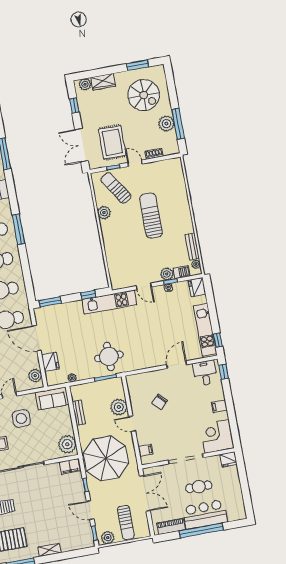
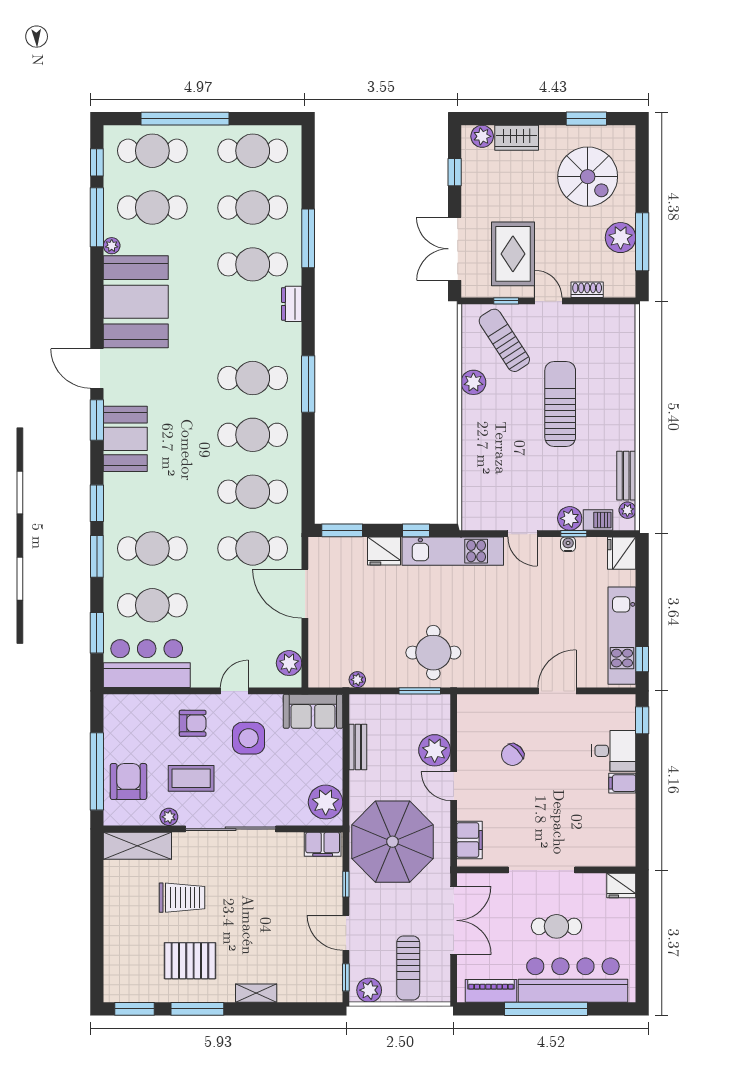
fridge: (50, 362) -> (384, 551), moved, turned 90
desk: (205, 373) -> (614, 751), moved, turned 90
corner desk: (217, 436) -> (608, 838), removed
filing cabinet: (145, 450) -> (469, 840), width x2.00
bar counter: (205, 514) -> (573, 980), width x1.36

